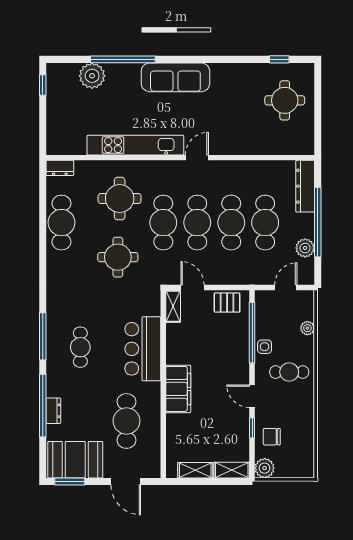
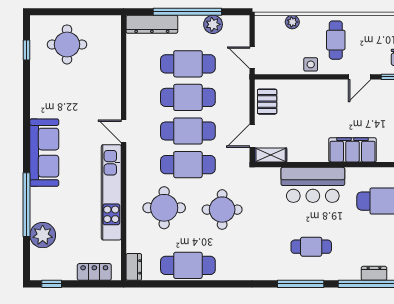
locker: (55, 128) -> (94, 272), added
door: (286, 288) -> (252, 58), moved
window: (252, 333) -> (297, 77), removed

